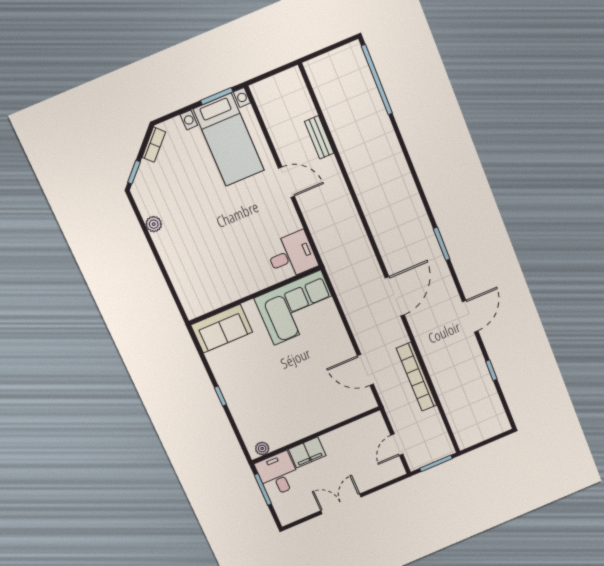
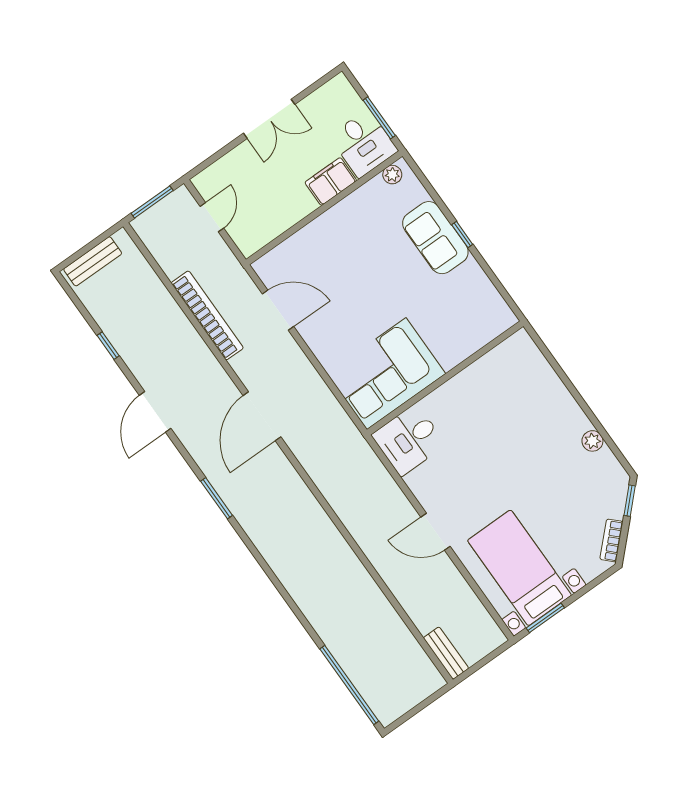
bench: (319, 137) -> (446, 653), moved
sofa: (222, 329) -> (435, 238), moved, turned -90
bench: (487, 431) -> (93, 261), added

